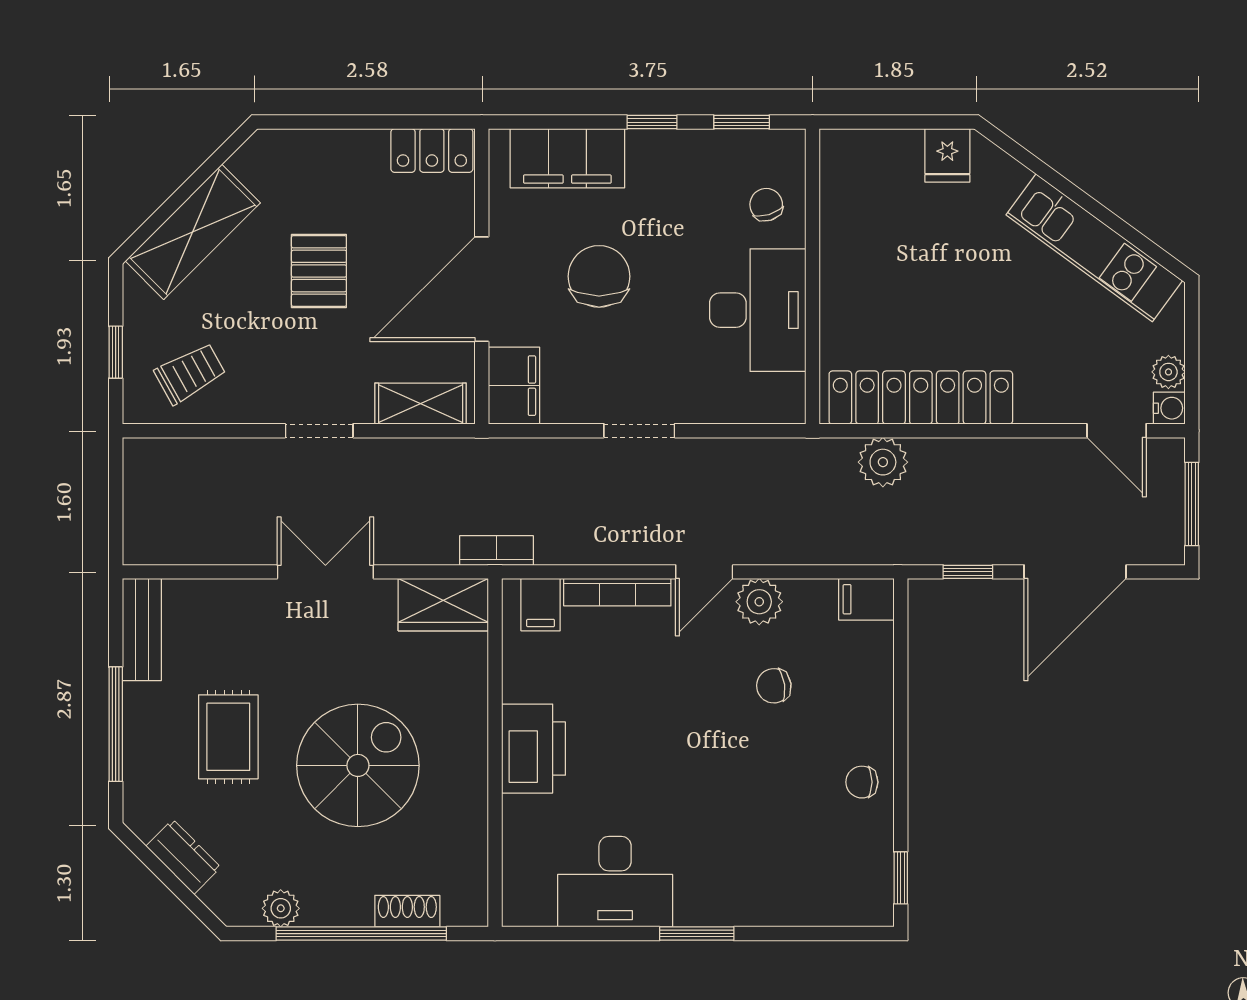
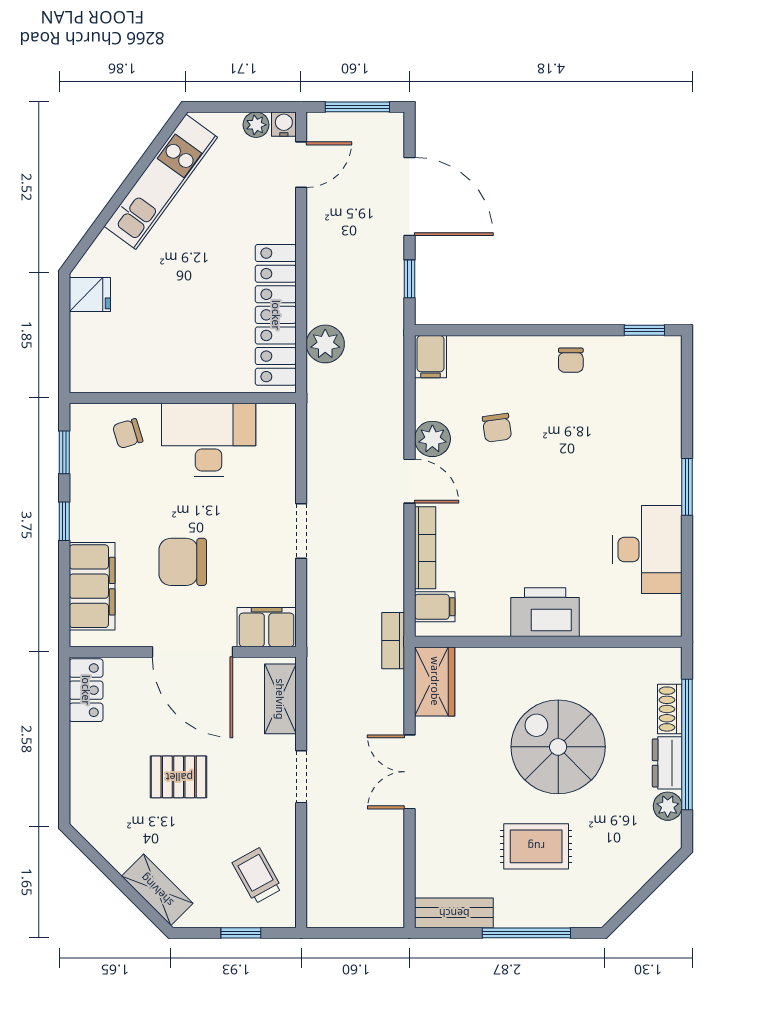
shelving: (193, 232) -> (157, 890), width x0.67, depth x0.75
dresser: (183, 857) -> (667, 763), moved, turned -45

